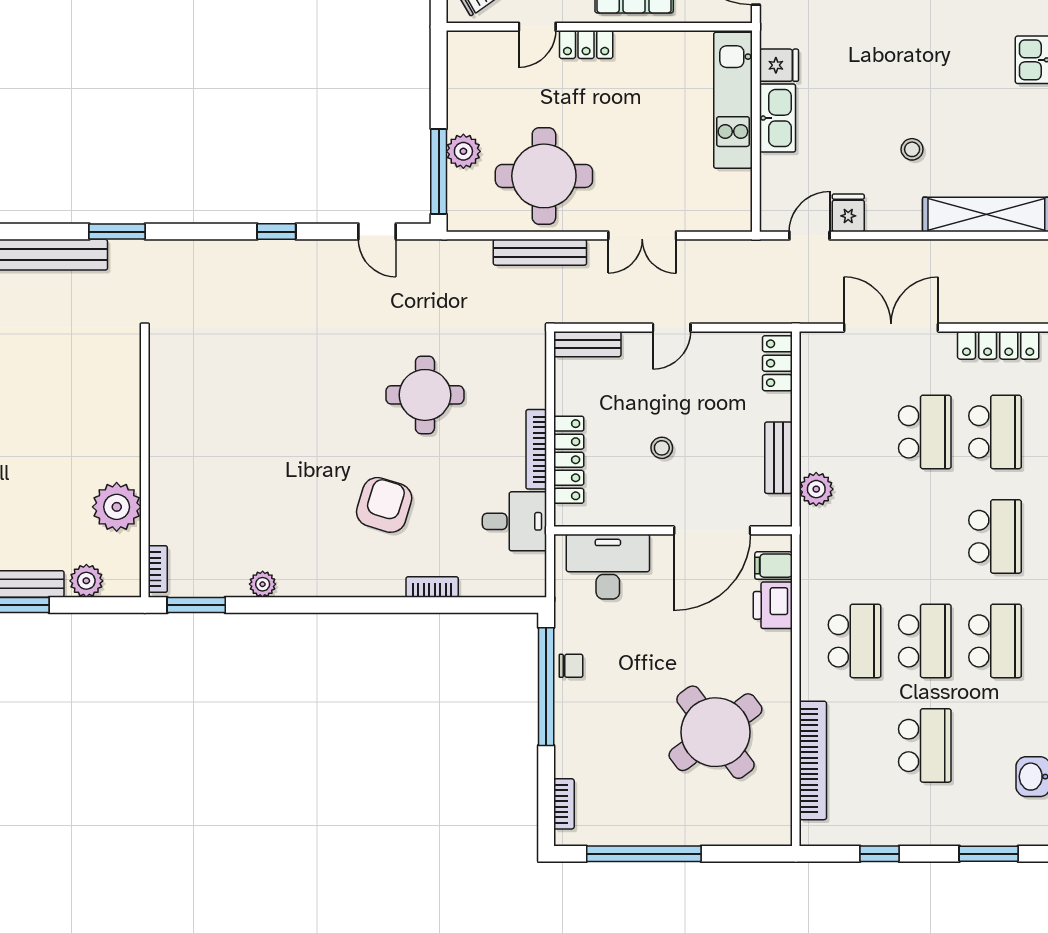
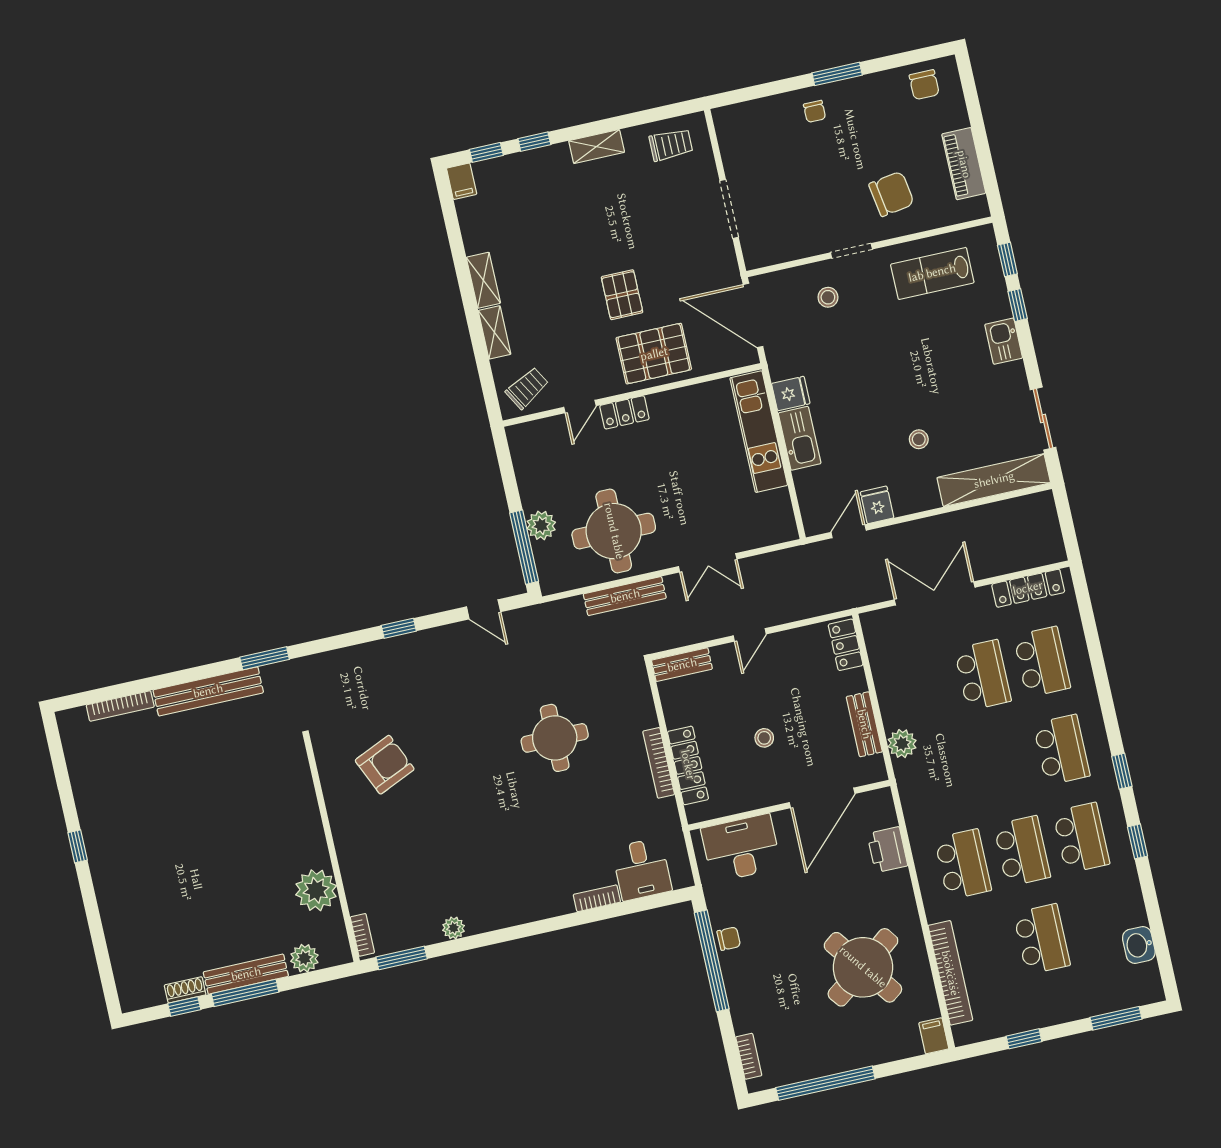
armchair: (384, 505) -> (385, 765), moved, turned 49
desk: (514, 521) -> (642, 869), moved, turned 90
filing cabinet: (774, 566) -> (934, 1036), moved, turned 90

